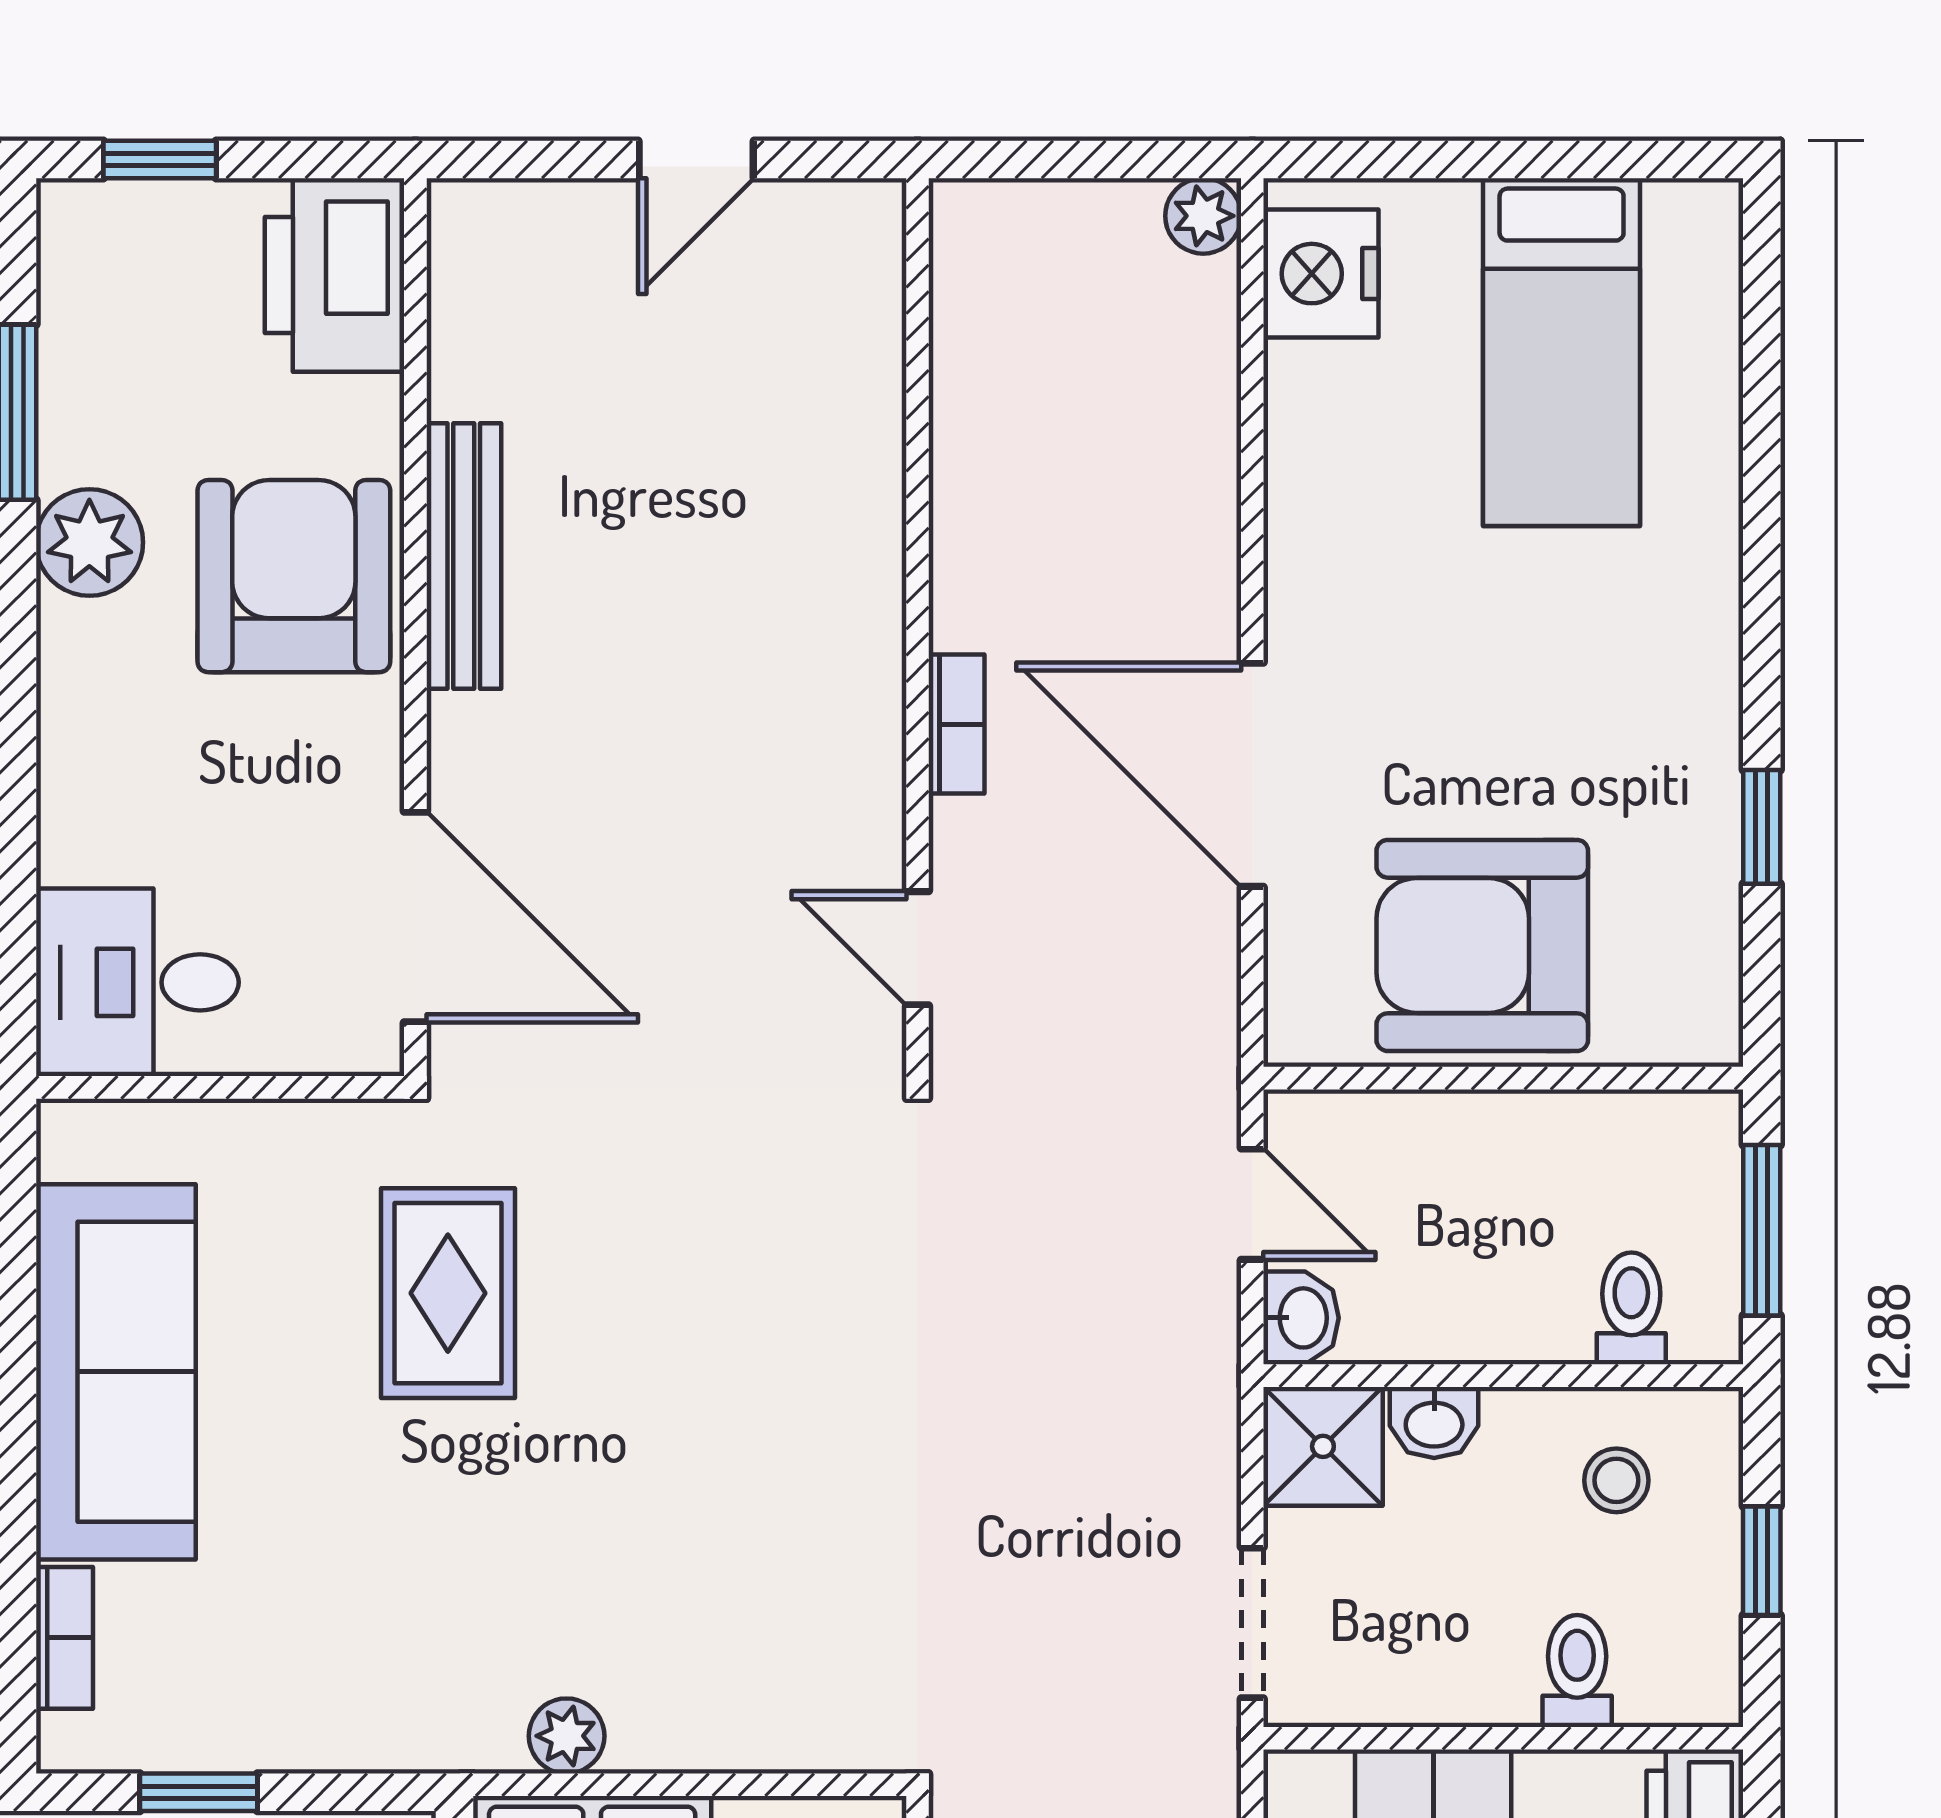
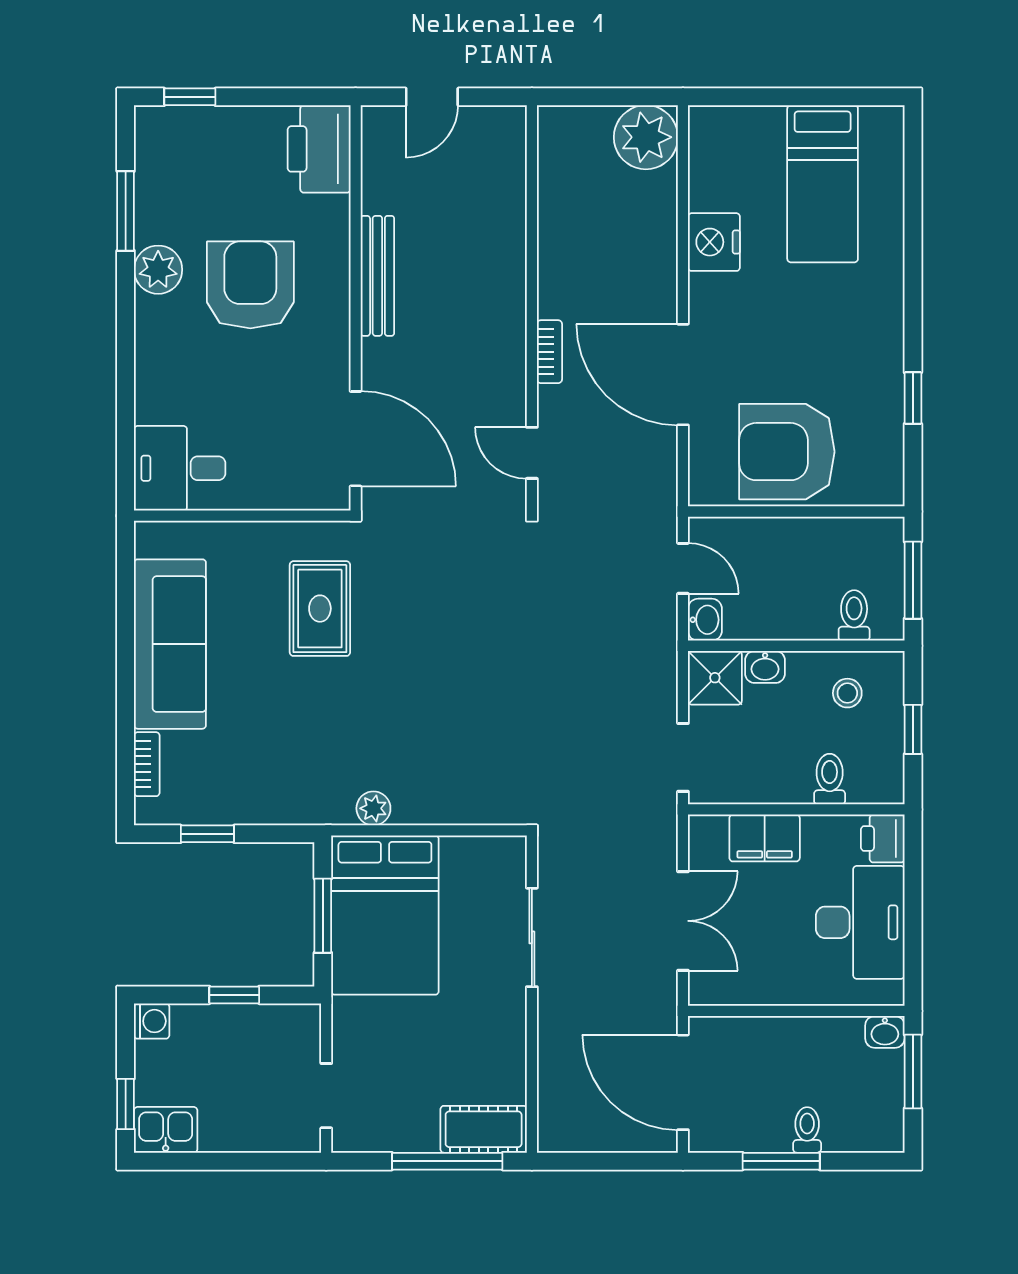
plant: (1203, 216) -> (646, 137), width x1.87, depth x1.87
nightstand: (1321, 274) -> (714, 242), moved
printer: (335, 275) -> (319, 149), moved
bench: (464, 556) -> (377, 276), moved
wall: (415, 627) -> (356, 308), moved
door: (415, 917) -> (356, 439), moved

